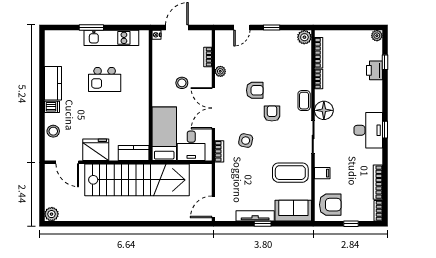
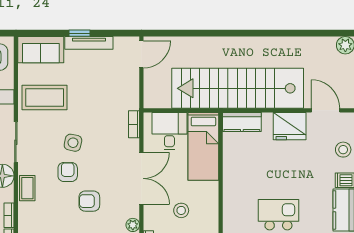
armchair: (272, 113) -> (68, 172), turned 180
side table: (246, 141) -> (73, 143), moved

